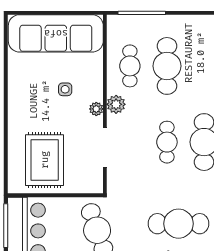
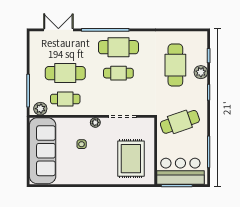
plant: (116, 104) -> (40, 109), moved
rug: (45, 160) -> (131, 159), turned 90

